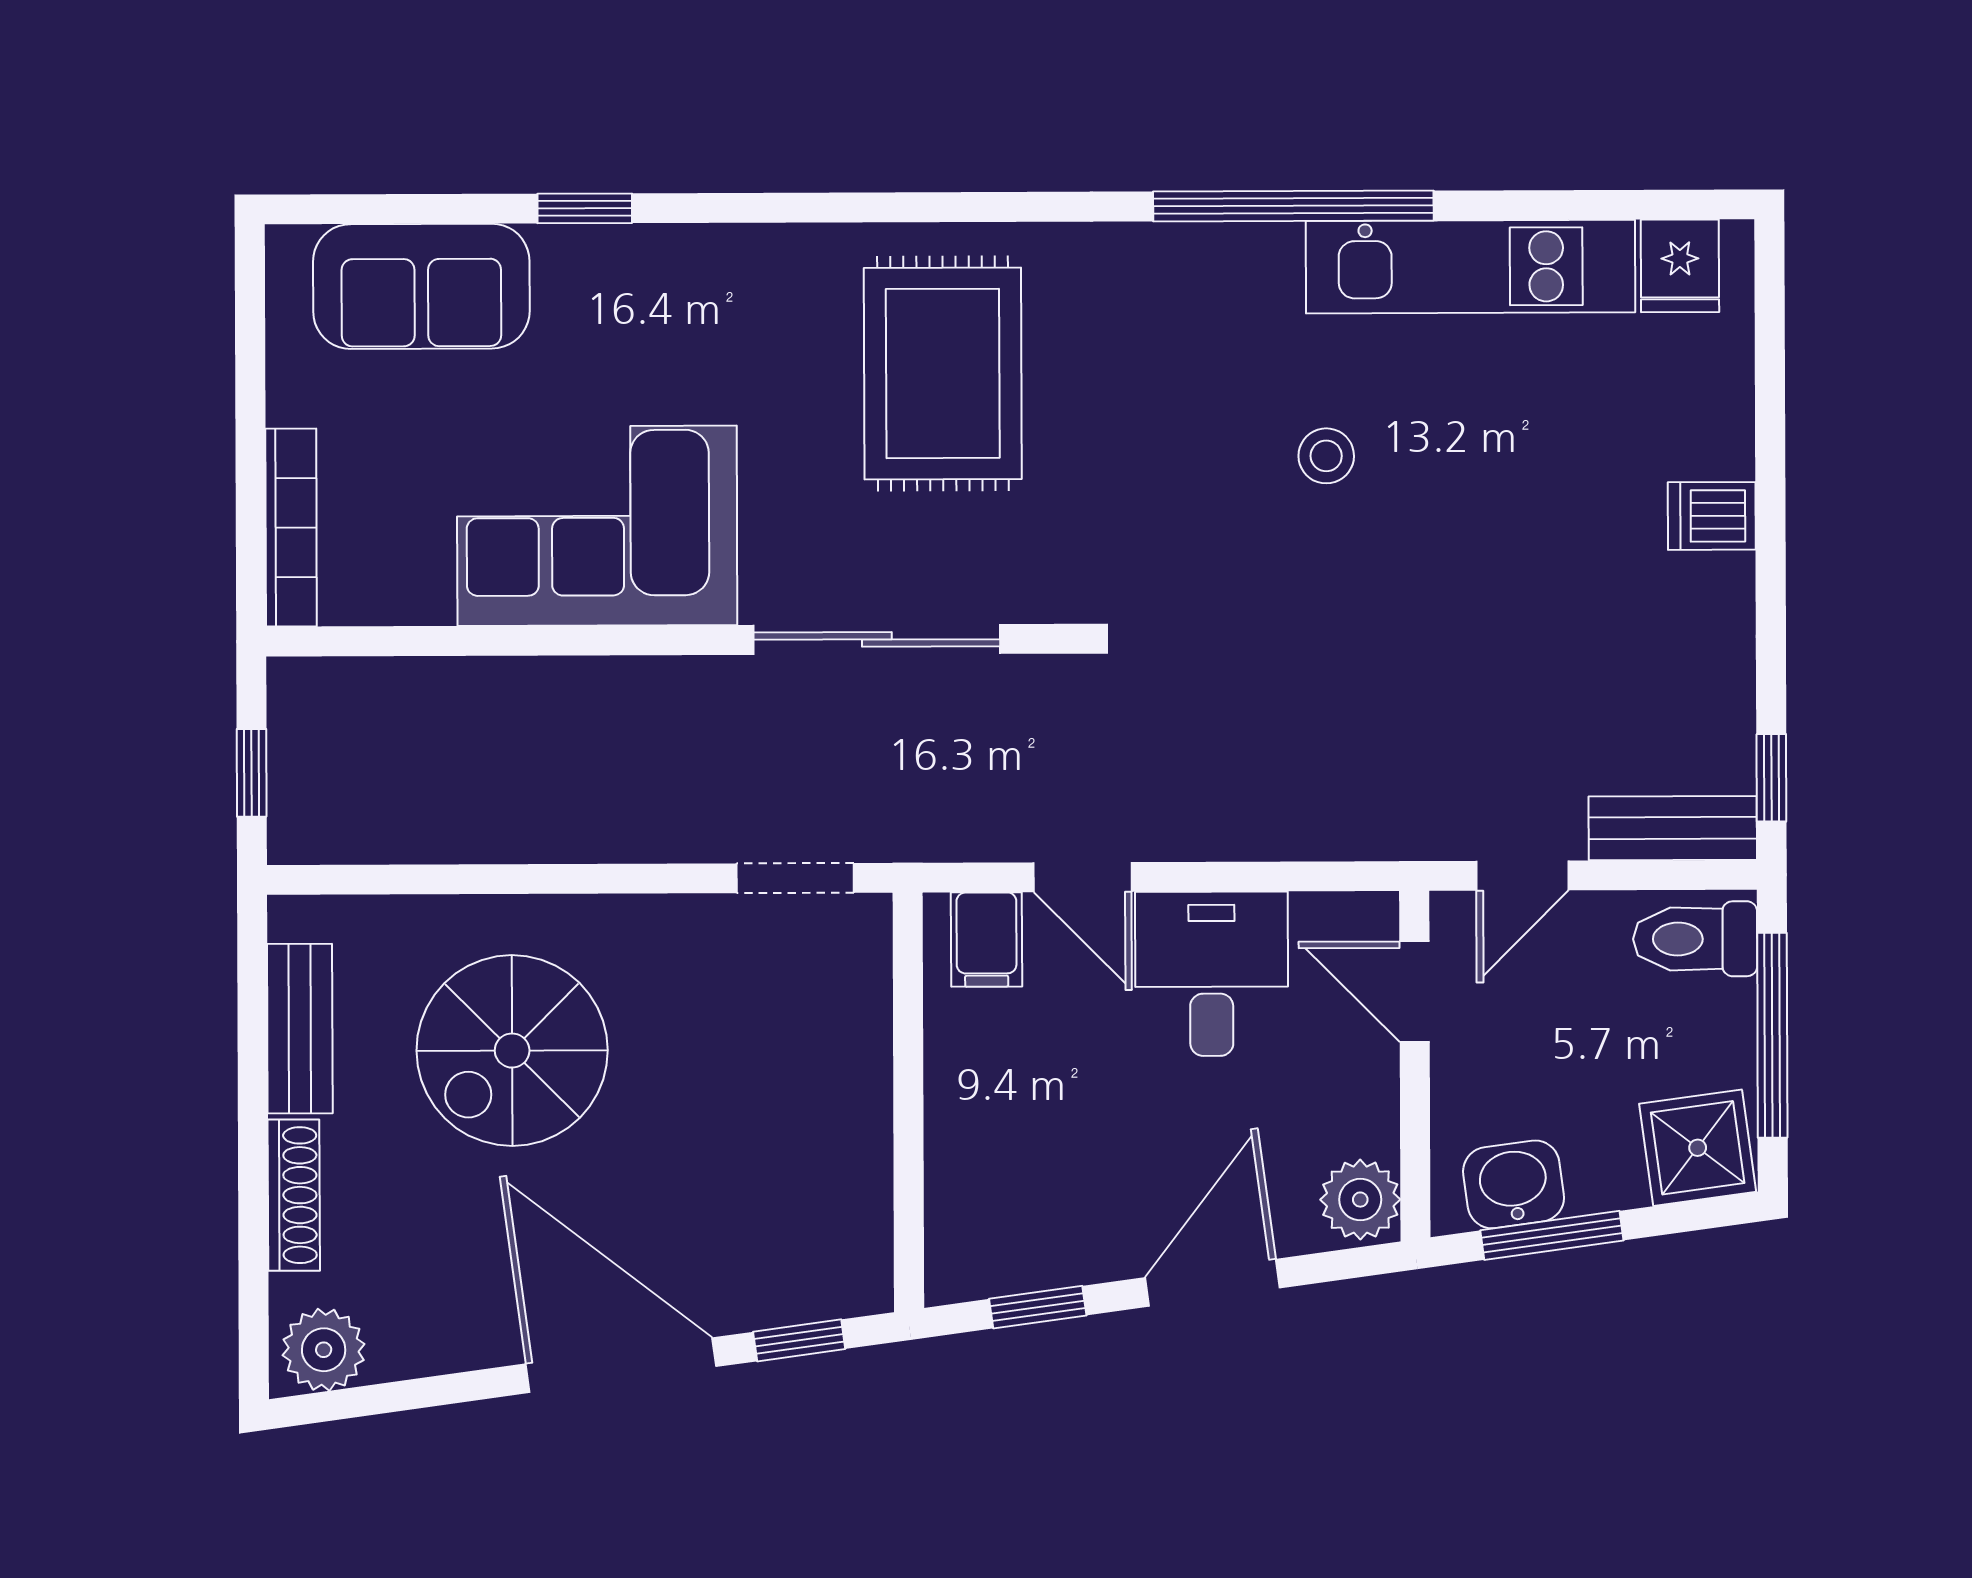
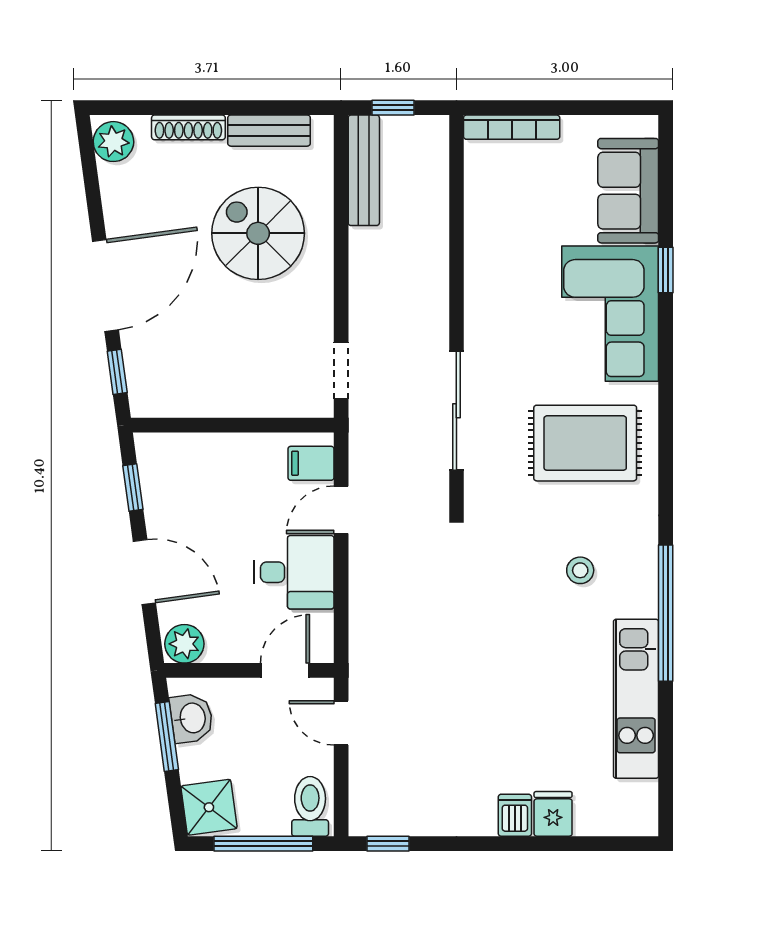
fridge: (1680, 266) -> (553, 814), moved, turned 90
stool: (1326, 456) -> (580, 570), moved
corner sofa: (597, 526) -> (610, 314), moved, turned 180
bench: (1673, 828) -> (364, 170), moved, width x1.36

